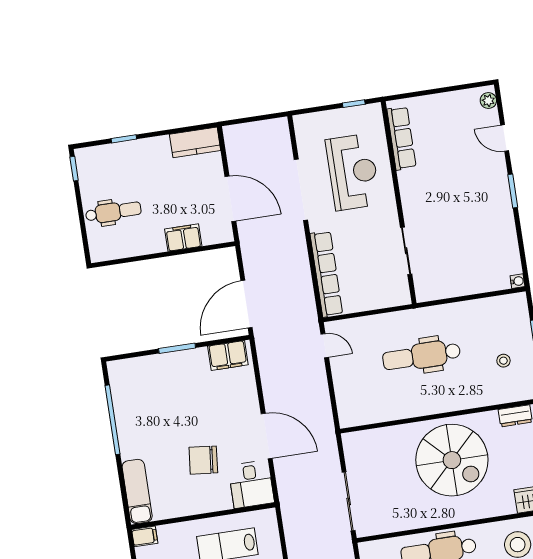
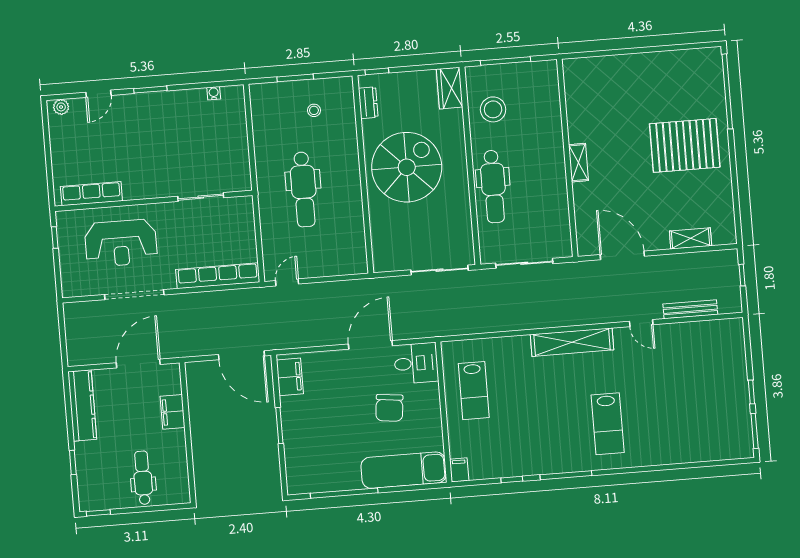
kitchen counter: (195, 142) -> (82, 405), width x1.50
reception desk: (353, 172) -> (121, 243), turned 180
water cooler: (517, 281) -> (214, 93), moved
exam couch: (137, 491) -> (404, 470), width x1.36, depth x1.45

